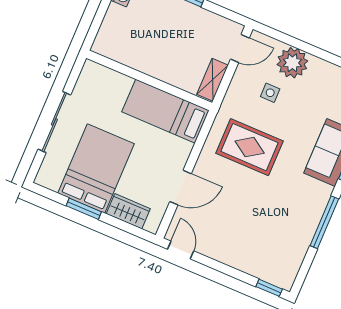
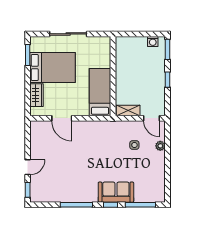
plant: (292, 63) -> (160, 146), width x0.53, depth x0.53
rug: (250, 147) -> (100, 146), removed
window: (84, 209) -> (28, 55), moved
door: (181, 250) -> (28, 167), moved

